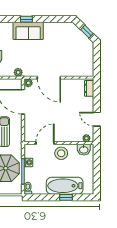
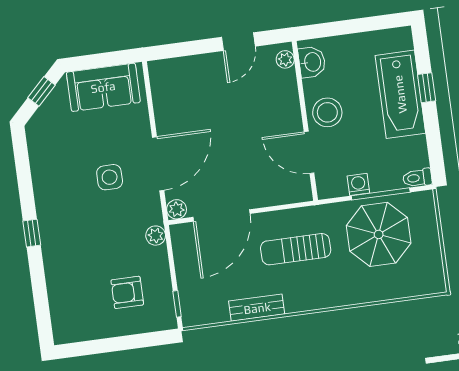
sofa: (28, 31) -> (103, 87), moved, turned 90
side table: (46, 56) -> (110, 177), added
dresser: (89, 88) -> (170, 69), removed

